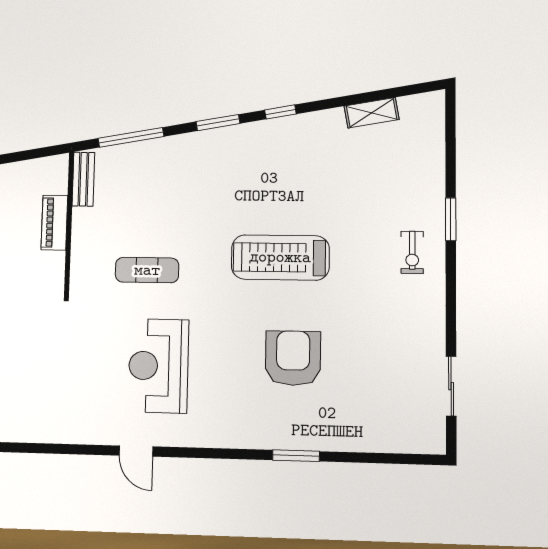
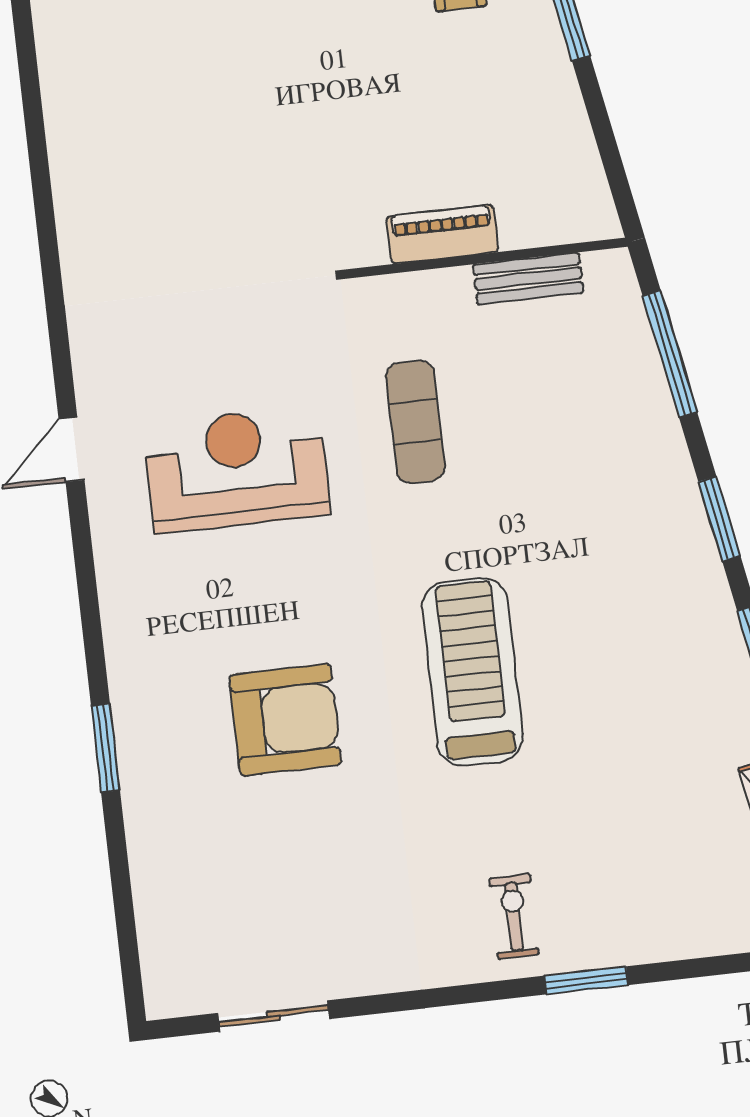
bench: (83, 179) -> (528, 279), moved
piano: (54, 223) -> (442, 234), moved
exercise bike: (412, 252) -> (514, 916), turned 90

